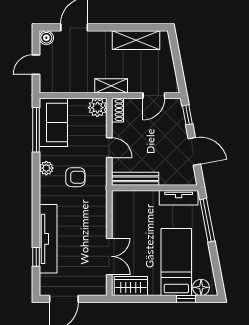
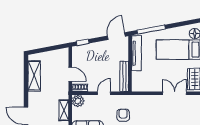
shelving: (111, 86) -> (64, 110), moved
door: (154, 96) -> (70, 74), moved
door: (194, 151) -> (116, 36), moved
tv unit: (179, 198) -> (136, 53), width x1.41

